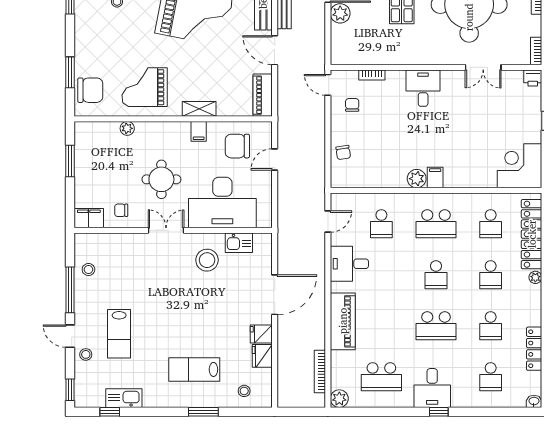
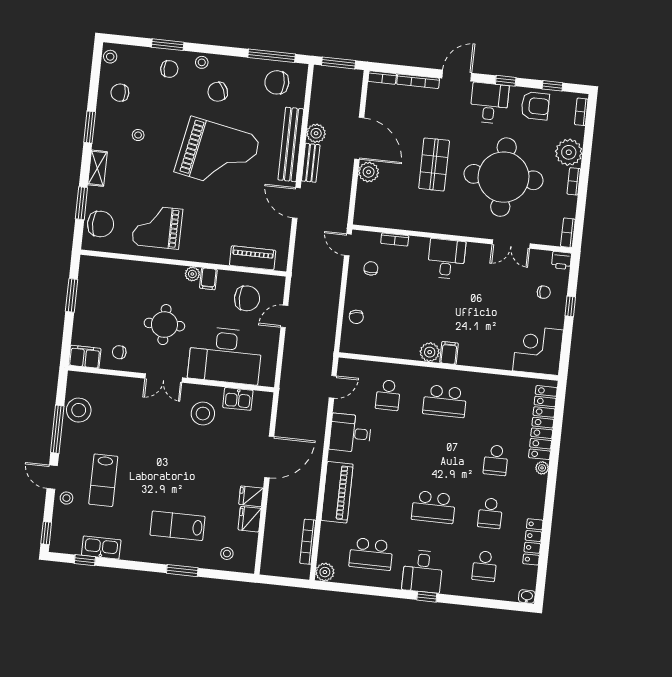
piano: (263, 95) -> (253, 258), moved, turned 90
shelving: (199, 109) -> (97, 168), moved, turned 90
chair: (519, 110) -> (544, 292), added
plant: (127, 128) -> (192, 274), moved
chair: (237, 146) -> (247, 298), turned 180
school desk: (491, 224) -> (502, 407), removed
double door: (166, 230) -> (164, 378), swing flipped
stool: (88, 269) -> (79, 410), width x1.89, depth x1.89
school desk: (436, 275) -> (439, 454), removed

